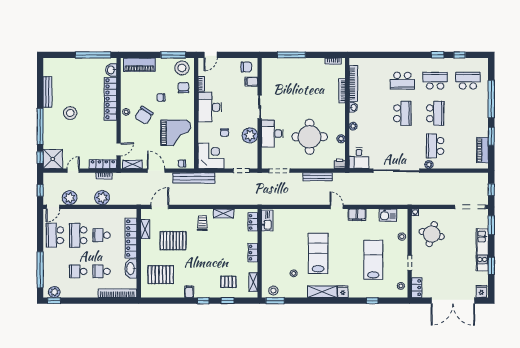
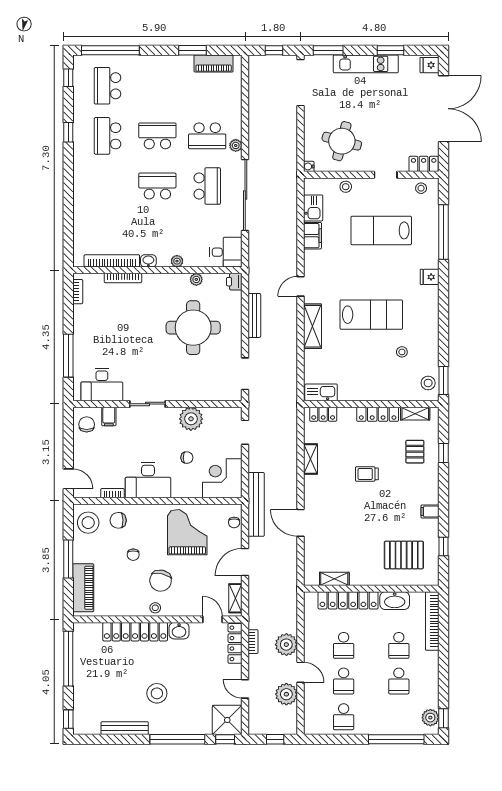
window: (53, 55) -> (68, 719), added
window: (173, 55) -> (68, 559), moved
window: (460, 55) -> (68, 78), moved
washbasin: (111, 70) -> (179, 631), moved
school desk: (402, 81) -> (207, 186), moved
window: (491, 99) -> (110, 50), moved
chair: (144, 115) -> (161, 581), turned 71
desk: (272, 134) -> (102, 385), moved
door: (53, 207) -> (300, 672), moved
door: (160, 207) -> (300, 523), moved
filing cabinet: (357, 215) -> (312, 236), moved
trolley: (202, 223) -> (367, 474), moved
school desk: (55, 235) -> (344, 717), width x0.54
school desk: (78, 235) -> (344, 681), width x0.54
pallet: (173, 241) -> (352, 536), removed
locker: (253, 253) -> (378, 414), width x1.53
lab bench: (318, 253) -> (371, 315), turned 180
pallet: (161, 275) -> (404, 555), turned 90
shelving: (322, 292) -> (312, 326), moved
window: (203, 301) -> (443, 546), moved
window: (372, 301) -> (443, 232), width x3.17

